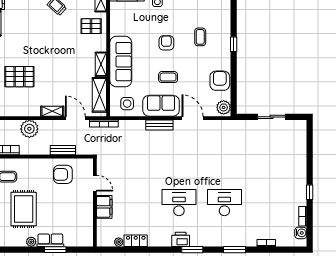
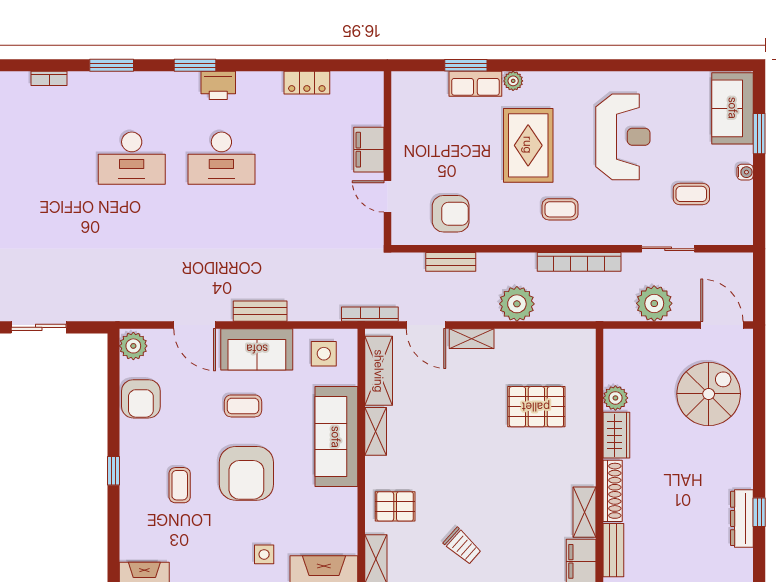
armchair: (166, 43) -> (246, 473), width x1.88, depth x1.88
plant: (119, 242) -> (340, 80), removed

